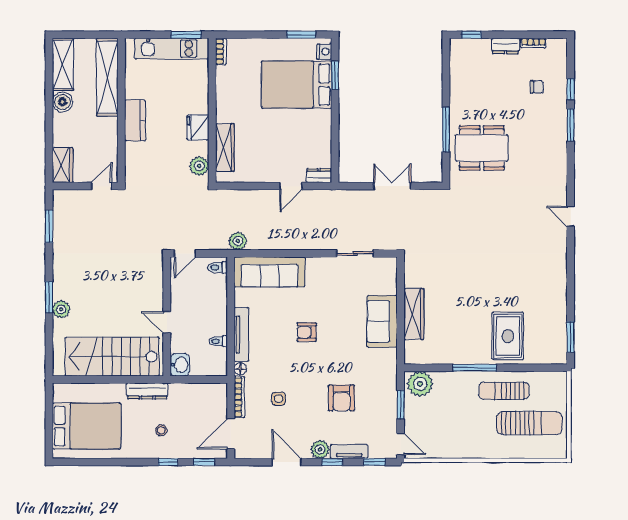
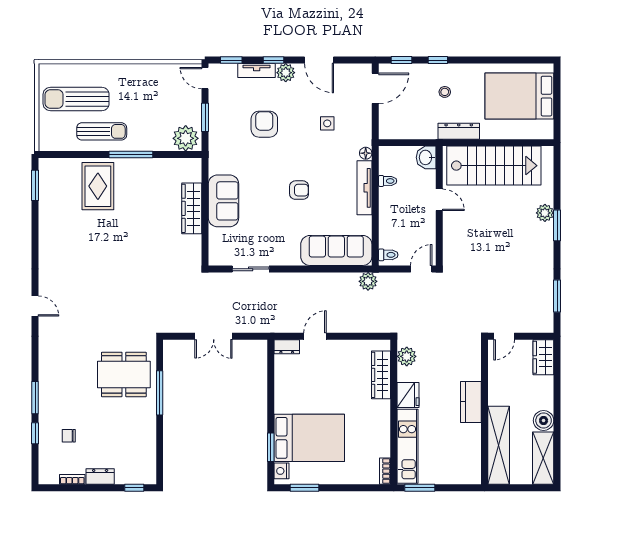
kitchen unit: (172, 49) -> (408, 446), moved, turned 90
bookcase: (239, 397) -> (367, 125), removed

